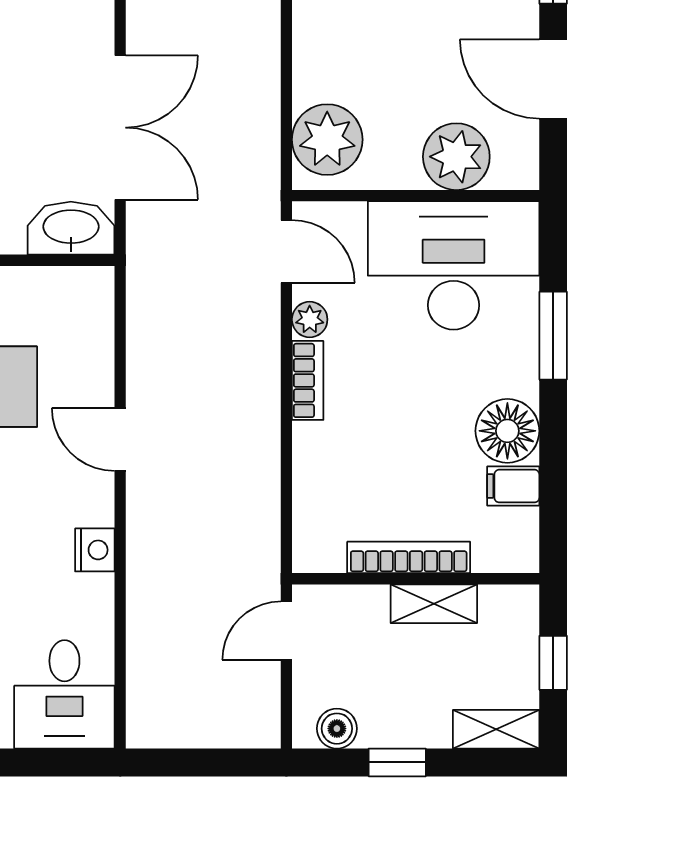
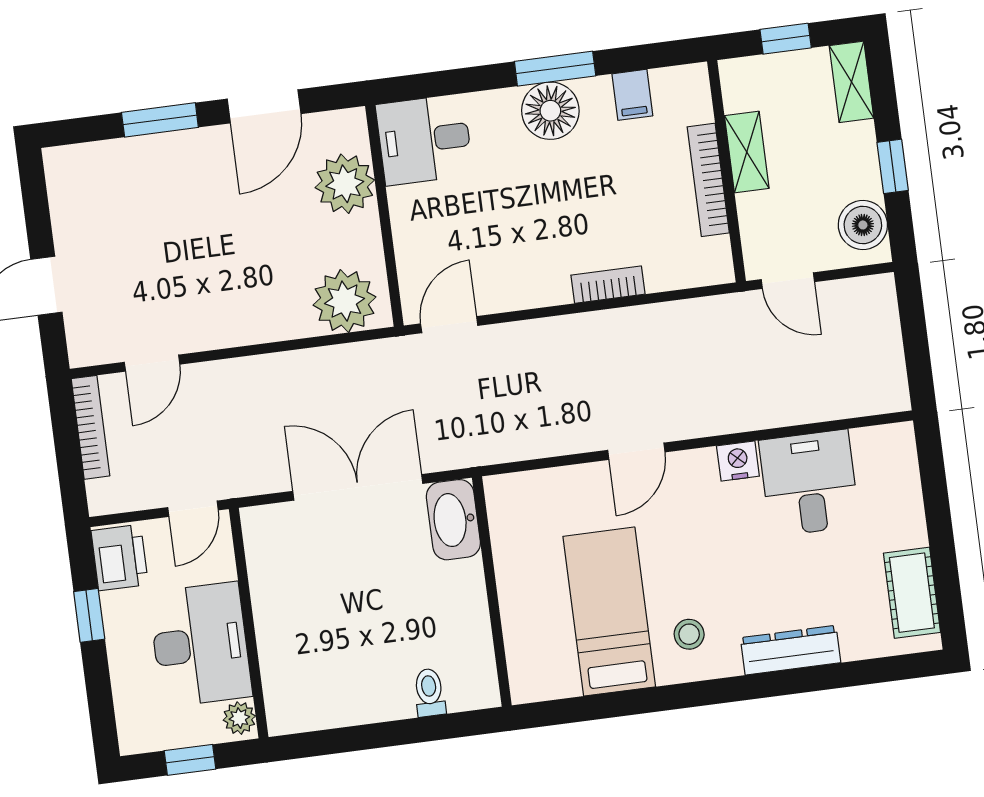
desk: (454, 265) -> (424, 140), width x0.53, depth x0.77
plant: (310, 319) -> (507, 296), removed
window: (553, 336) -> (555, 69), moved
bookcase: (308, 380) -> (608, 285), moved
floor lamp: (507, 431) -> (550, 111), moved
desk: (64, 694) -> (809, 483), moved, turned -90
boiler: (337, 729) -> (863, 225), width x1.36, depth x1.36

